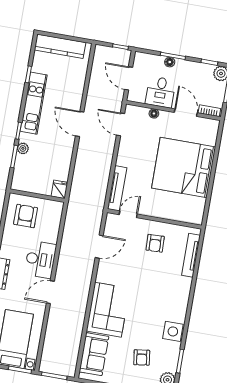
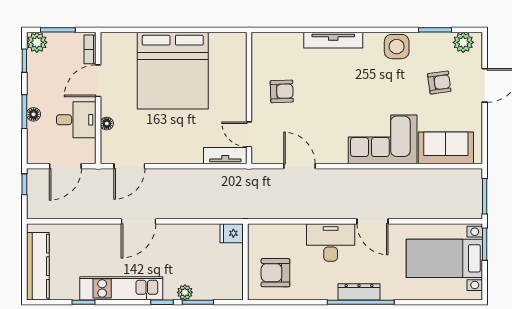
tv unit: (117, 188) -> (225, 156), width x0.71
tv unit: (191, 255) -> (333, 40), moved

